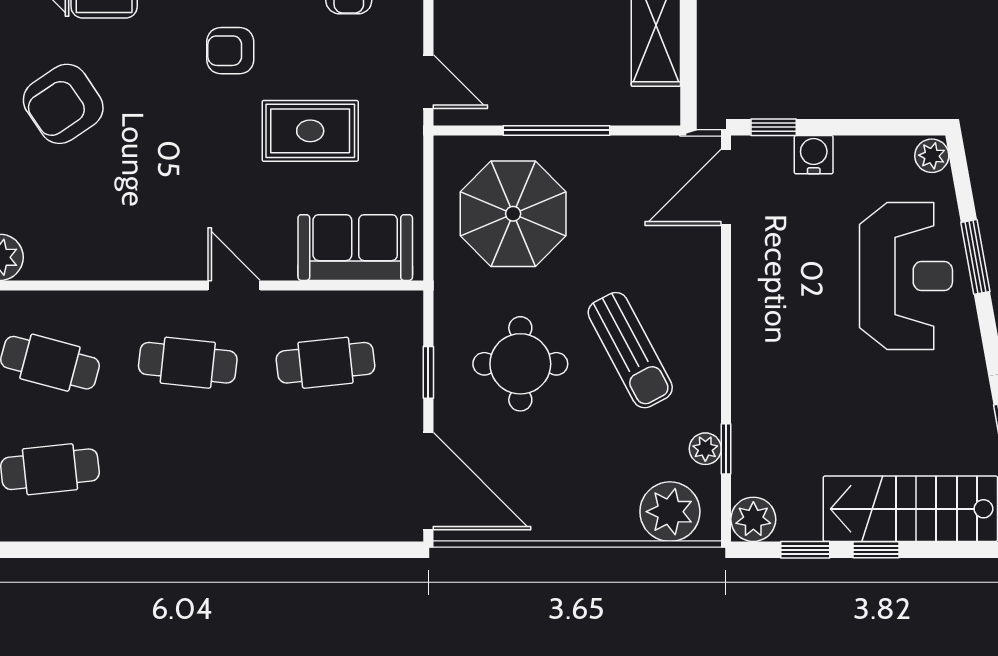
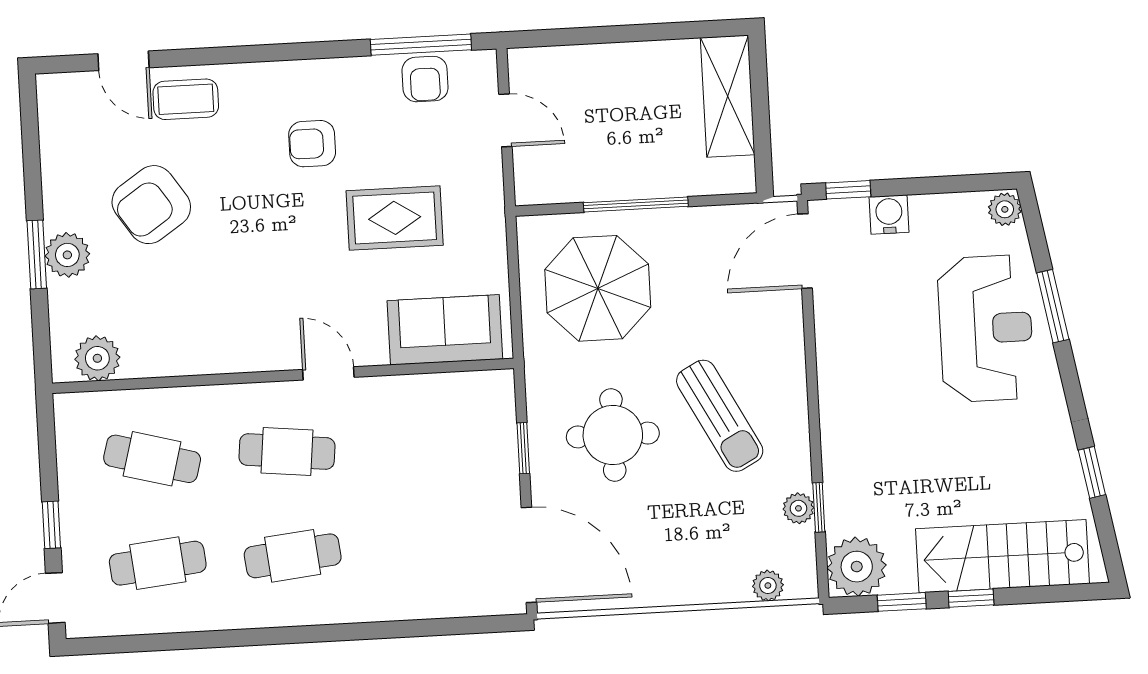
door: (428, 82) -> (505, 120), moved
cafe table: (325, 363) -> (293, 556), moved
plant: (670, 512) -> (768, 586), width x0.53, depth x0.53
plant: (753, 519) -> (857, 567), width x1.36, depth x1.36

